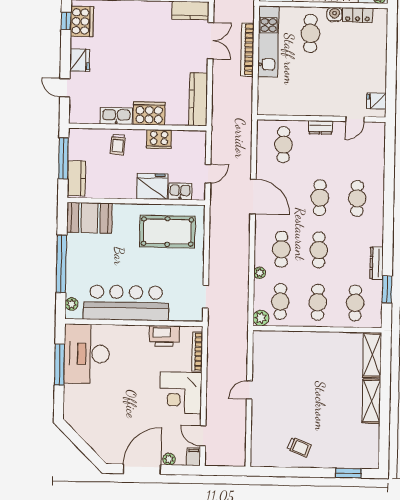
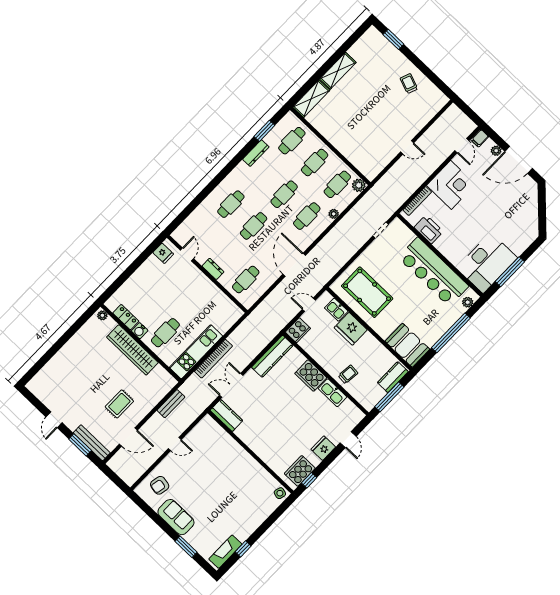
door: (355, 119) -> (187, 254), hinge flipped
cooker: (159, 139) -> (298, 330), moved, turned 90

